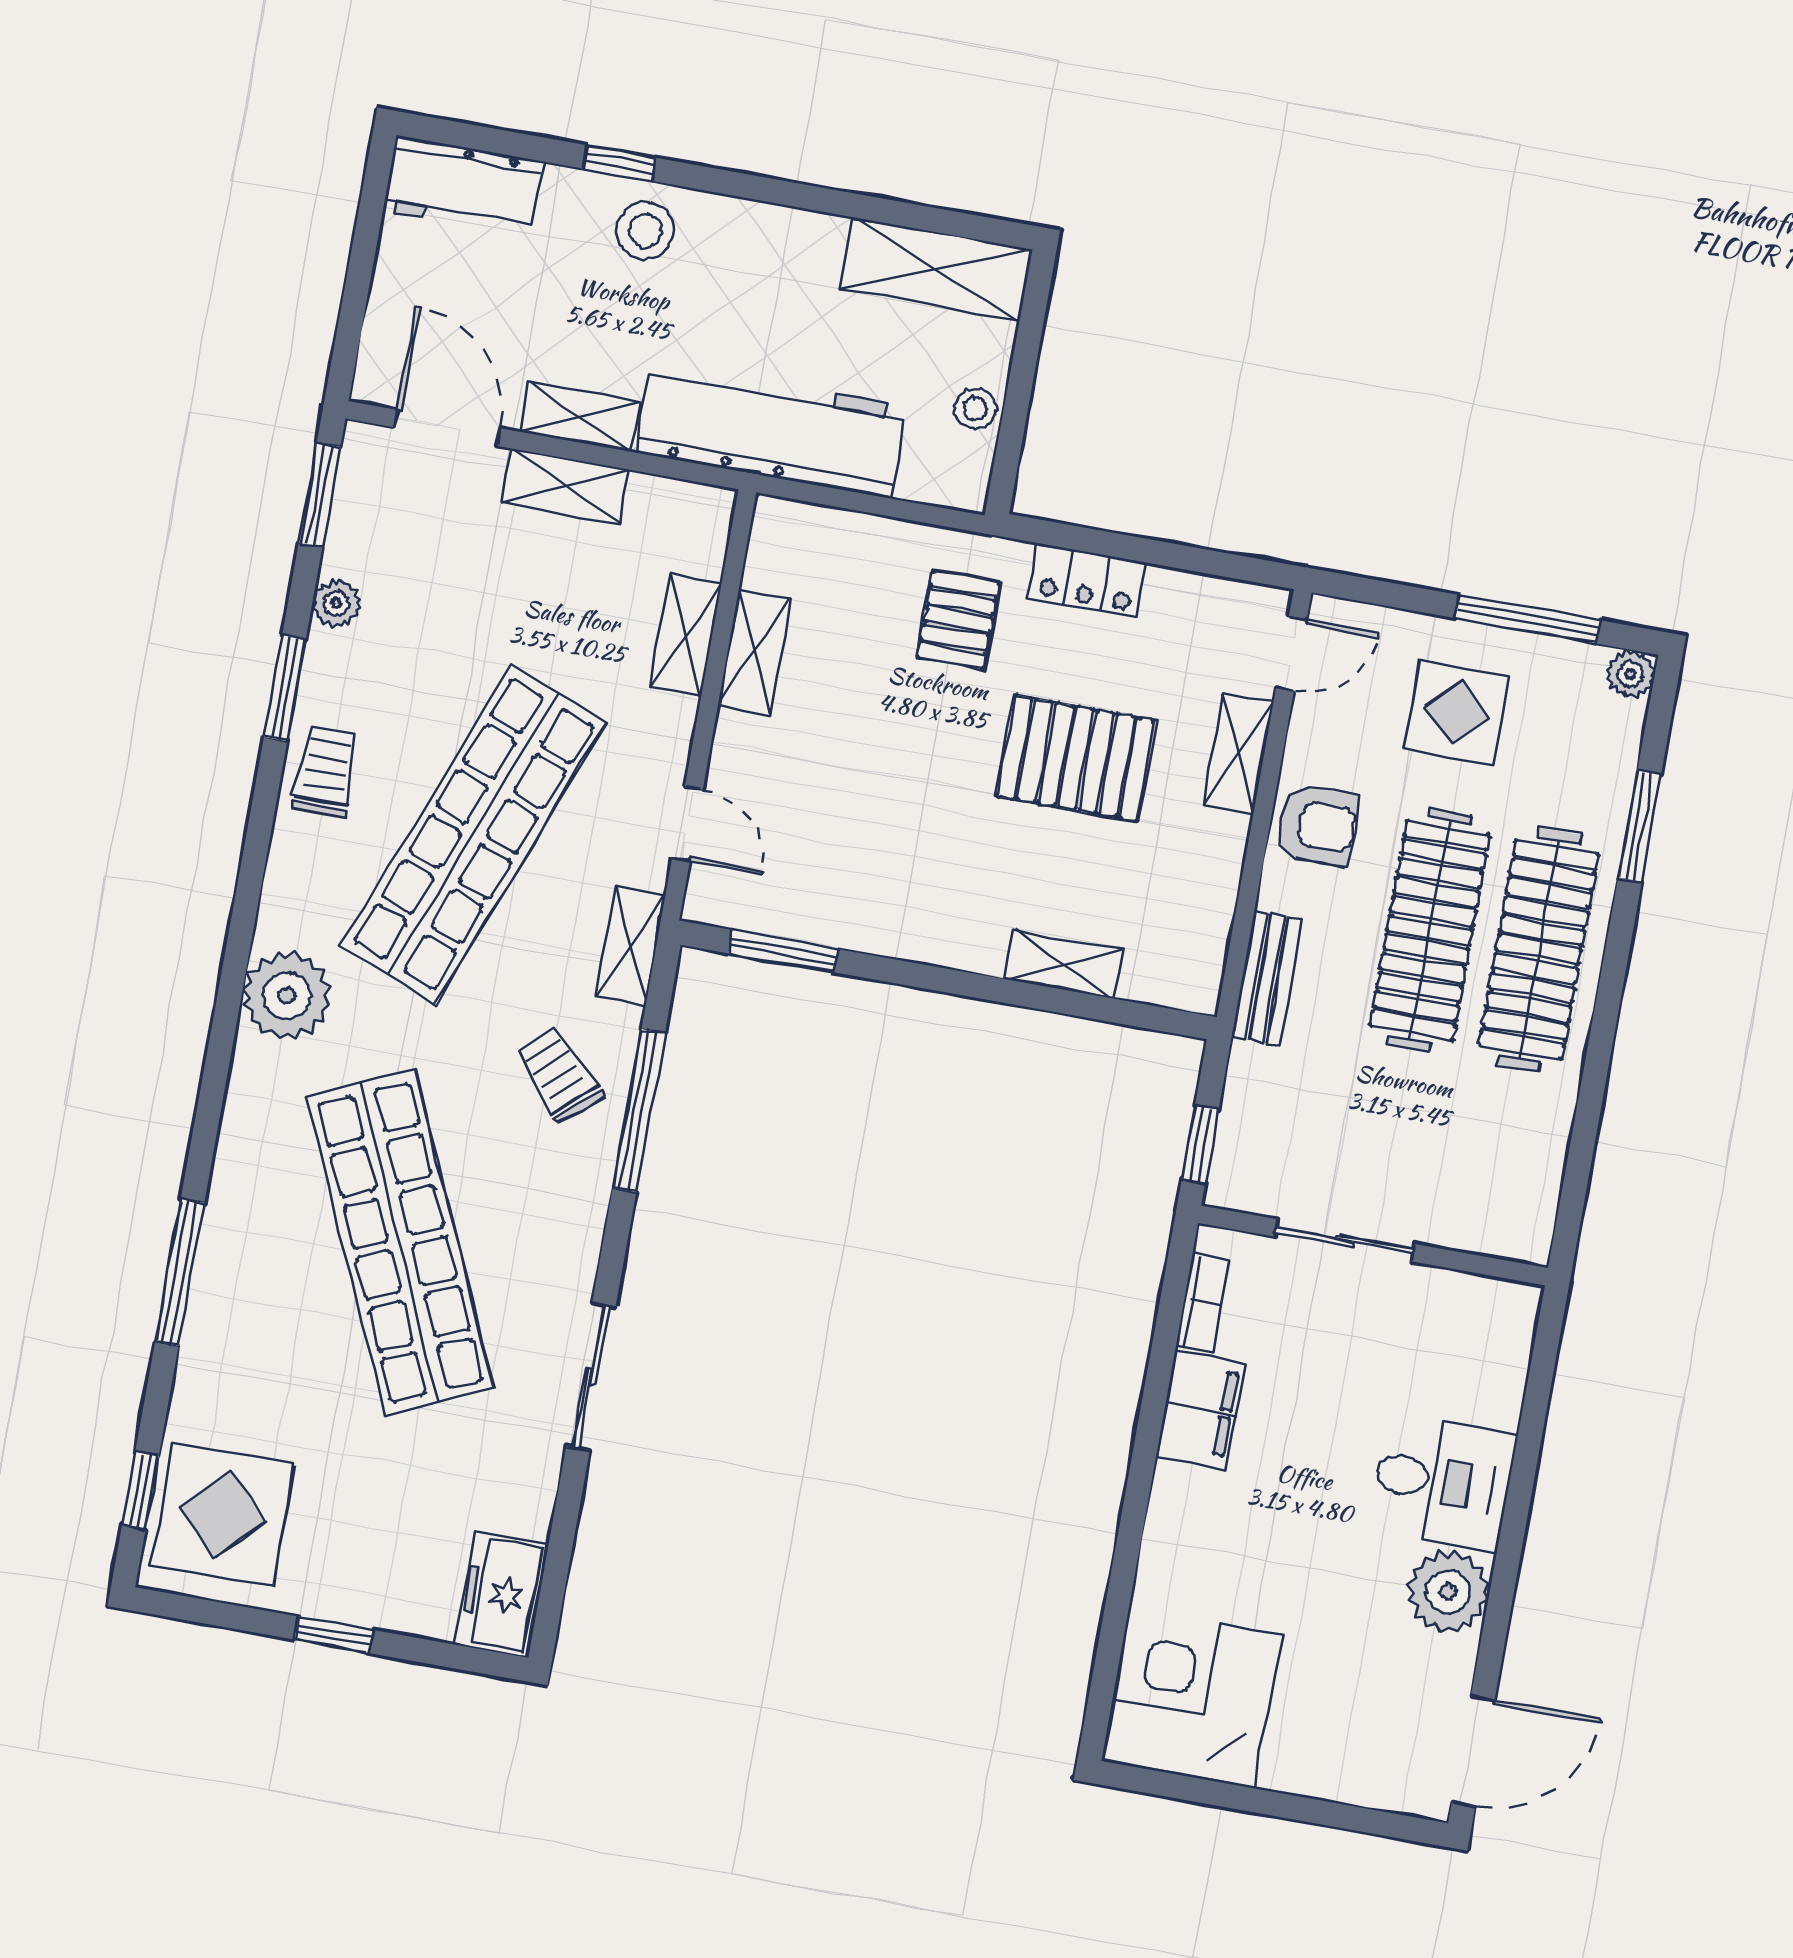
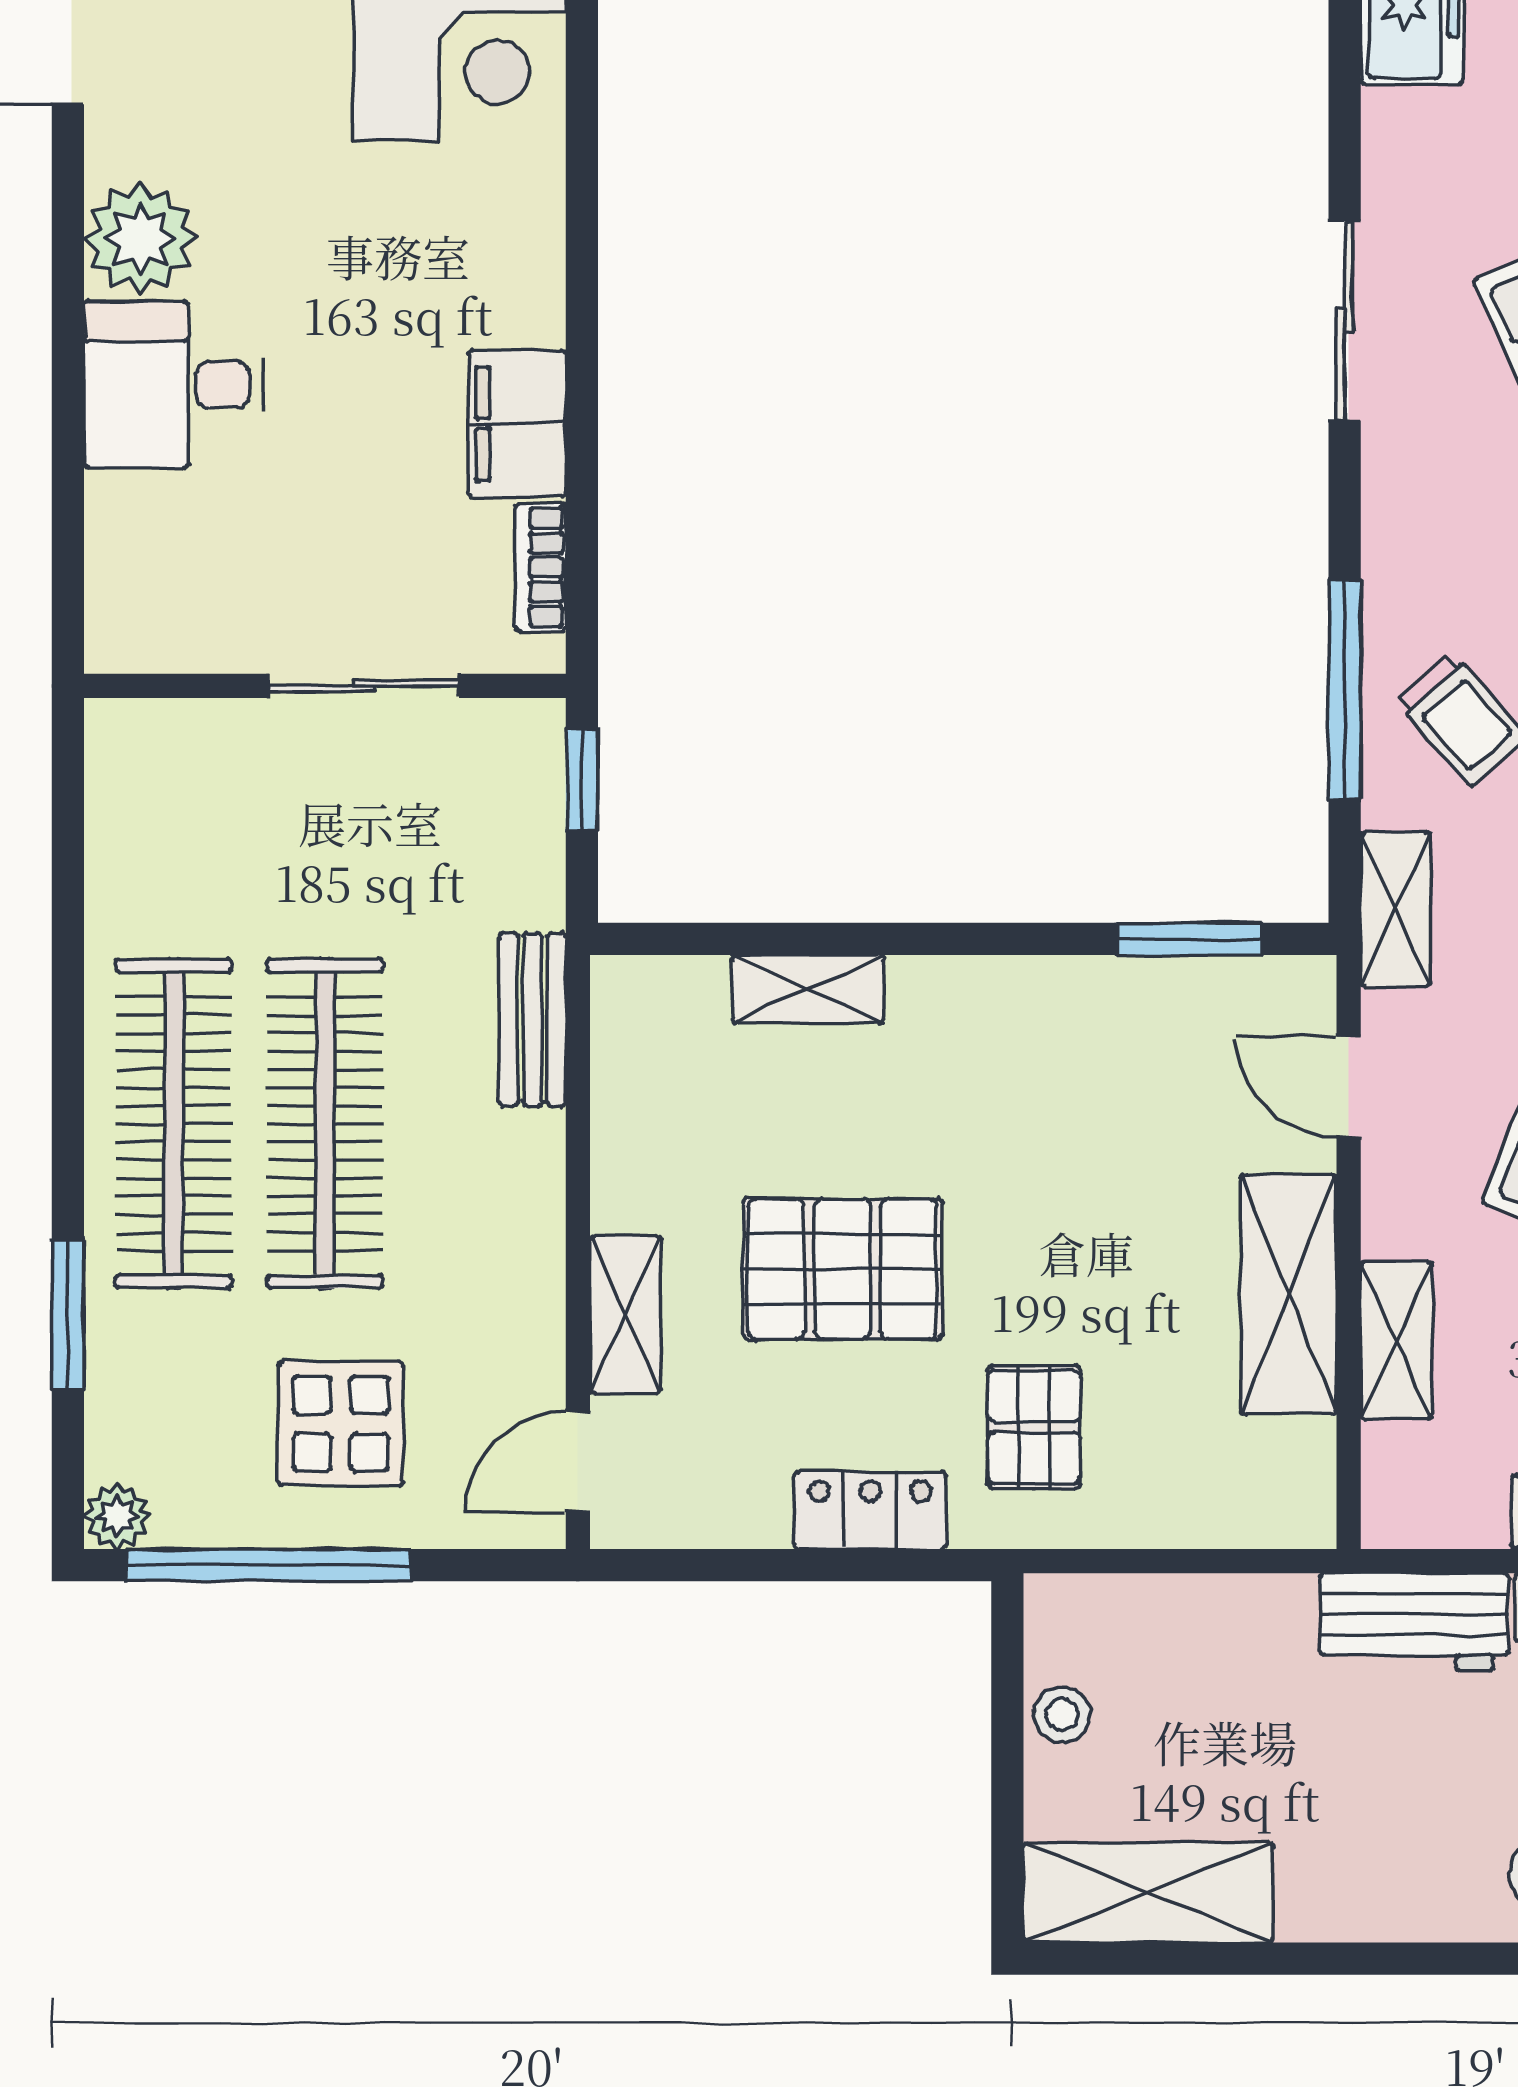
workbench: (771, 429) -> (1414, 1622), width x0.53, depth x0.76
window: (1528, 619) -> (268, 1565), width x1.46
shelving: (754, 652) -> (1289, 1294), width x1.50, depth x1.33
armchair: (1317, 825) -> (502, 1237), removed

